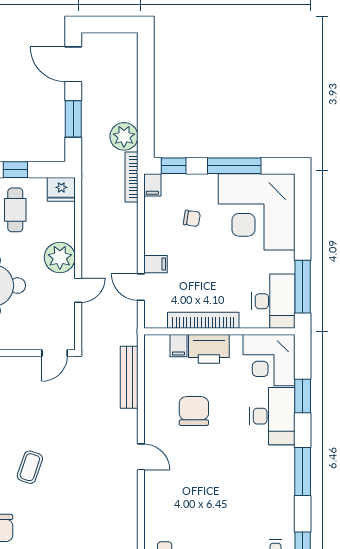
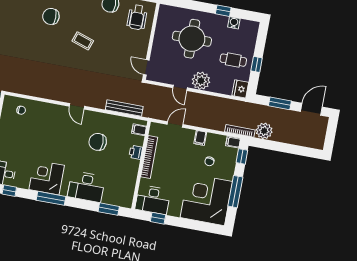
filing cabinet: (156, 264) -> (200, 138), moved
window: (303, 287) -> (158, 218), width x0.46
filing cabinet: (178, 346) -> (139, 130), moved
printer: (209, 349) -> (136, 152), width x0.53, depth x0.68
corner desk: (269, 360) -> (47, 177), moved
window: (303, 396) -> (109, 209), moved
chair: (194, 411) -> (98, 142), turned 180
door: (141, 457) -> (77, 106), hinge flipped

